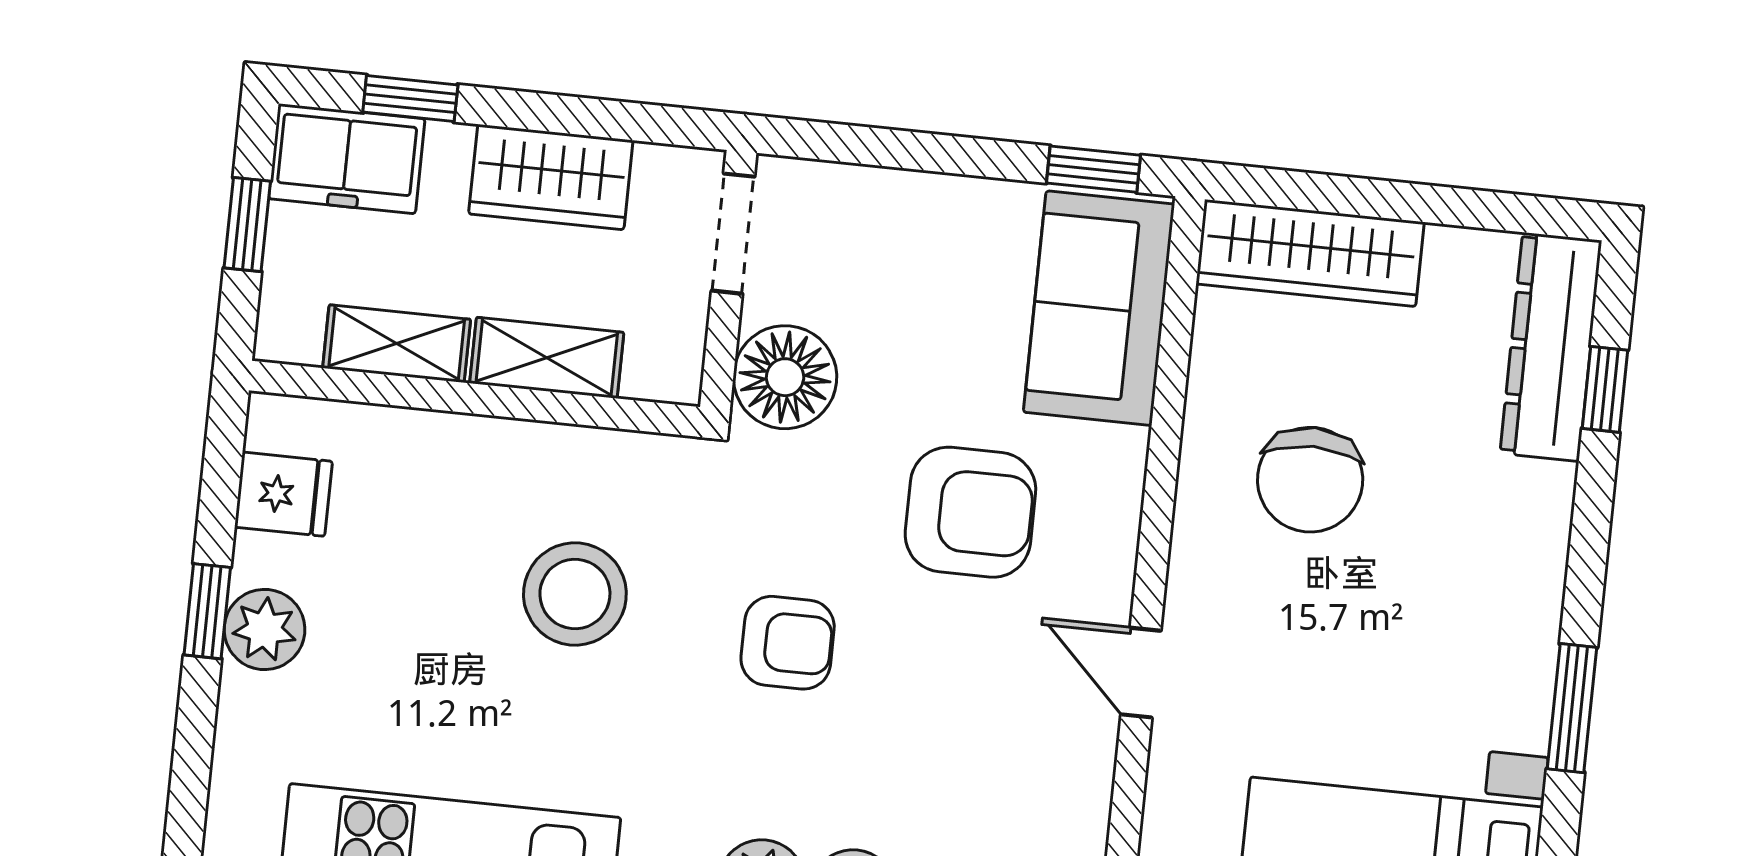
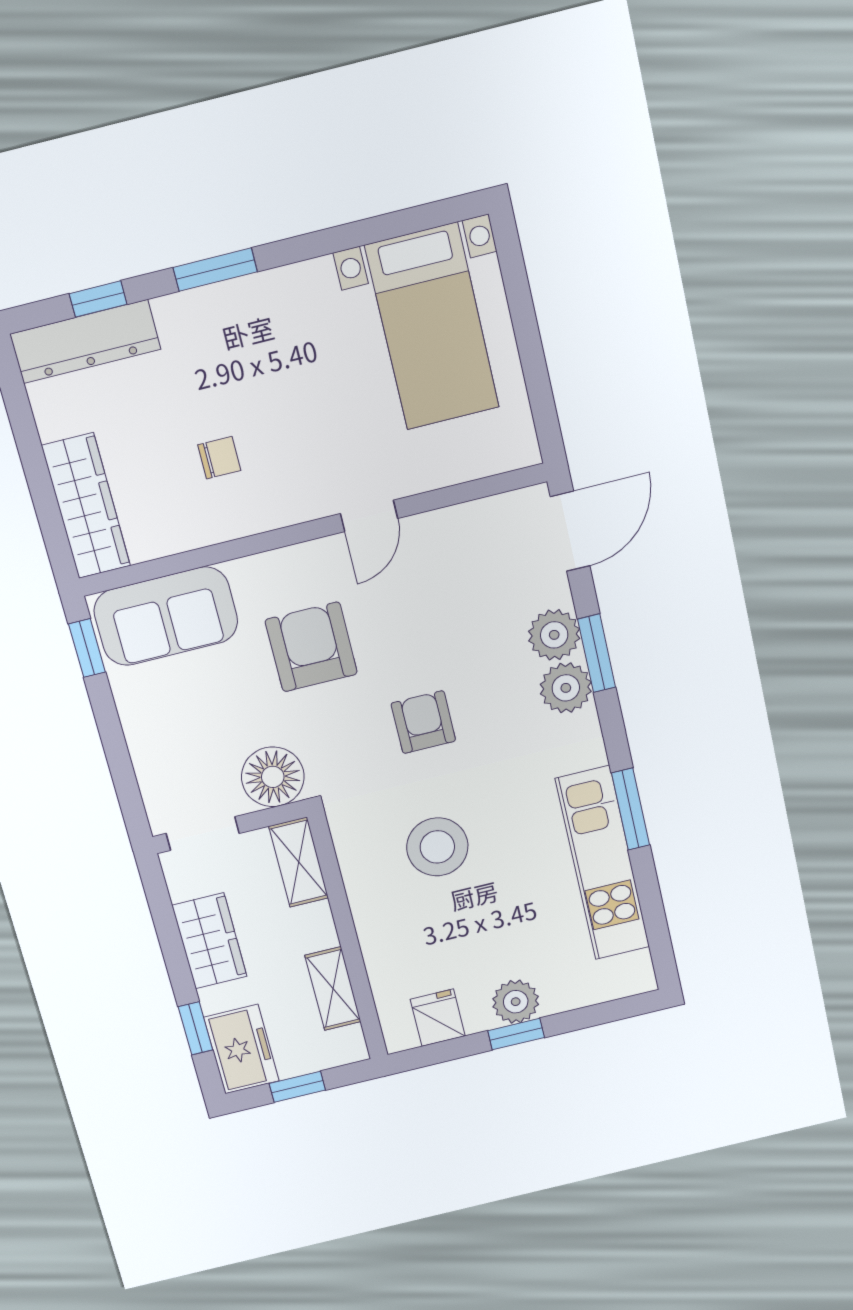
shelving: (547, 358) -> (299, 862), moved
chair: (1310, 480) -> (219, 458), width x0.54, depth x0.54
window: (1572, 708) -> (215, 270), moved

